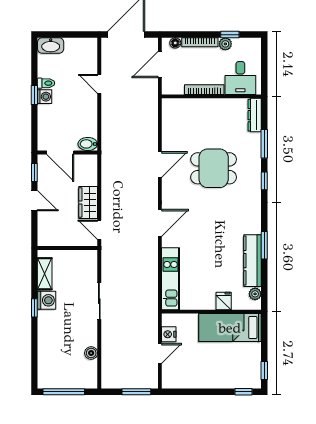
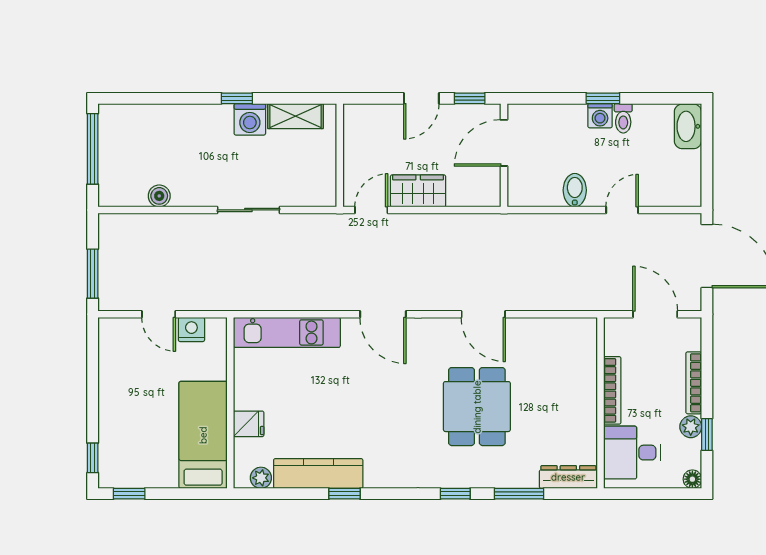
floor lamp: (175, 43) -> (692, 479), moved
bidet: (88, 144) -> (575, 190), moved
window: (264, 245) -> (345, 494), width x0.67

